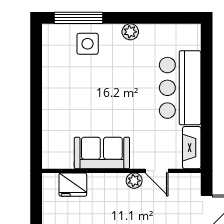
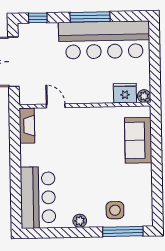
bar counter: (180, 88) -> (38, 198), moved
sofa: (102, 153) -> (138, 140), moved, turned 90
plant: (134, 181) -> (144, 96), moved

